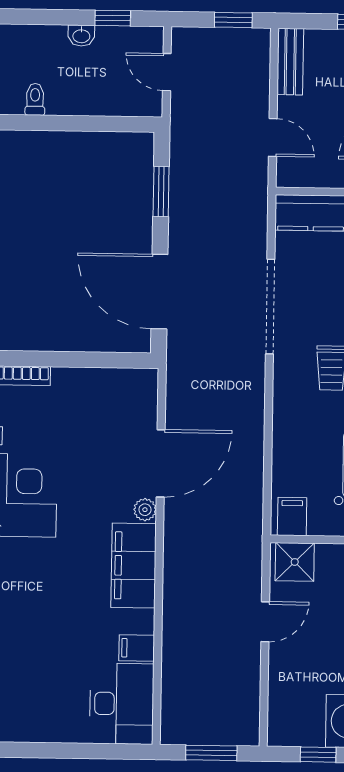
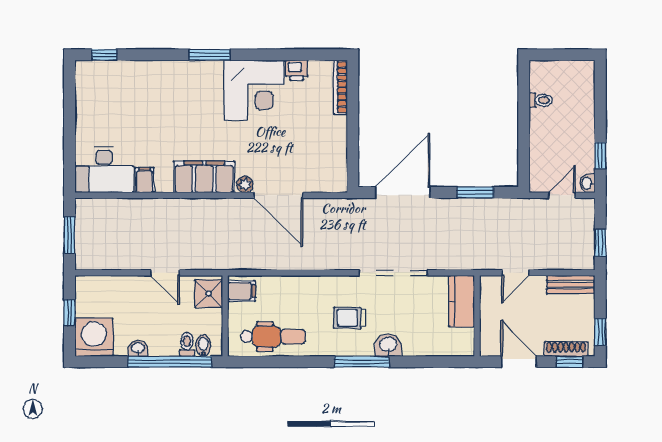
washbasin: (81, 36) -> (587, 183), moved

